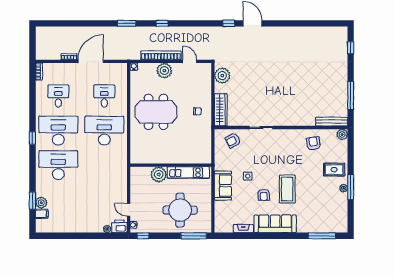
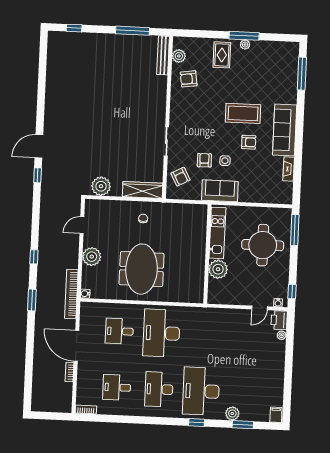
bookcase: (161, 55) -> (71, 294), moved
desk: (58, 131) -> (159, 389), width x0.73, depth x0.77
plant: (342, 134) -> (179, 56), moved
window: (32, 138) -> (197, 422), moved
armchair: (247, 159) -> (204, 160), added
sofa: (223, 186) -> (220, 191), moved
plant: (41, 203) -> (232, 413), moved
filing cabinet: (42, 214) -> (276, 415), moved

